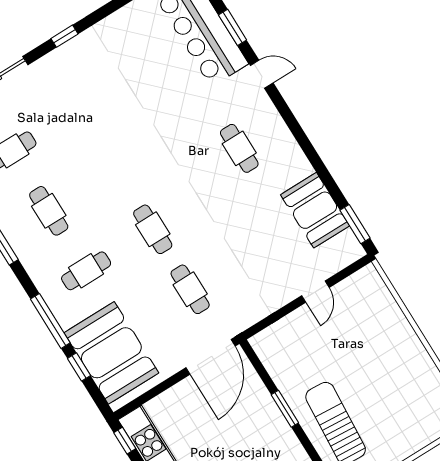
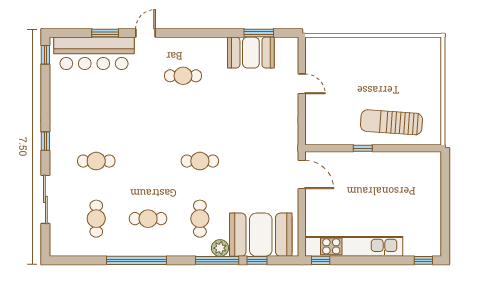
window: (355, 224) -> (259, 33), moved
cafe table: (190, 289) -> (96, 161), moved
plant: (67, 315) -> (220, 248), added
door: (211, 357) -> (302, 175), width x0.73
window: (285, 409) -> (363, 148), width x0.67

